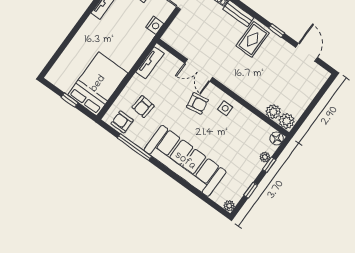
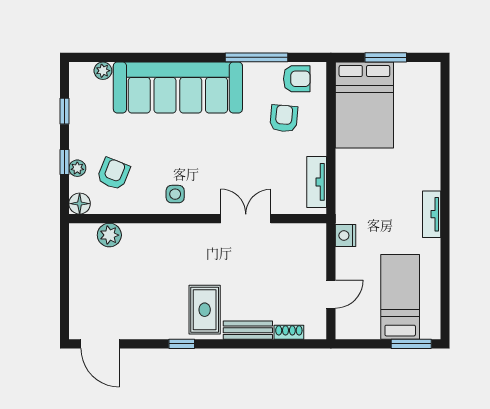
door: (307, 52) -> (100, 344), moved
window: (70, 100) -> (386, 57), width x1.50
armchair: (197, 103) -> (113, 174), moved, turned 122
plant: (287, 121) -> (83, 236), removed
plant: (229, 206) -> (103, 71), moved

